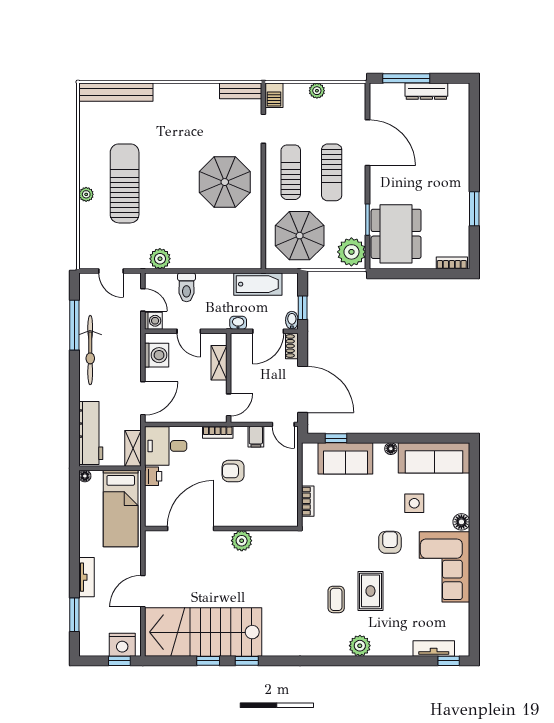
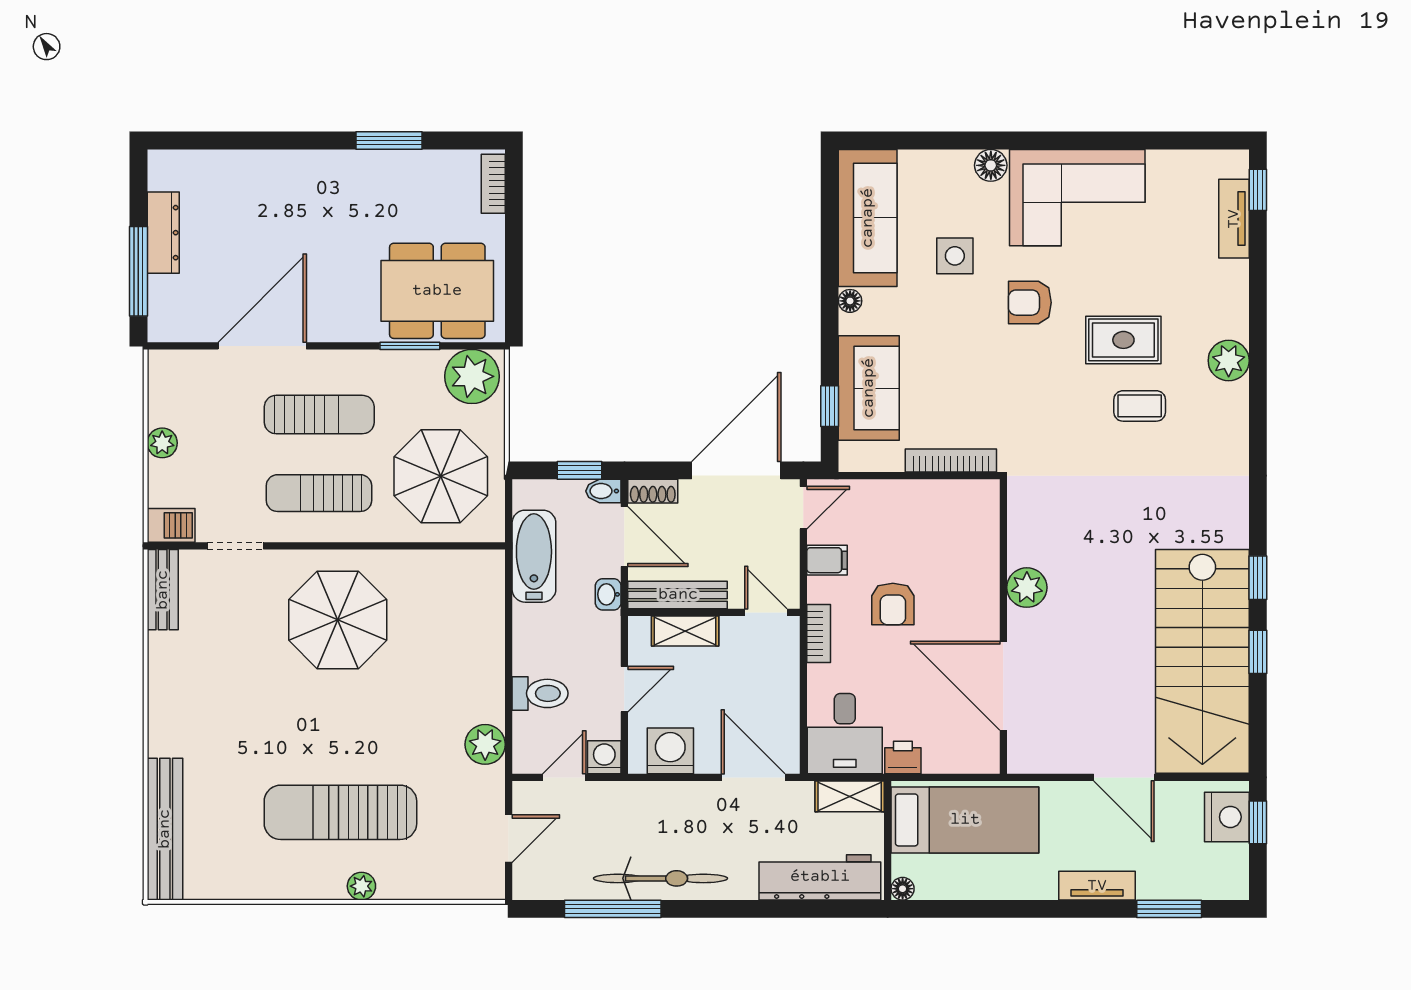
bench: (238, 359) -> (678, 595), added
bookcase: (308, 501) -> (951, 460), width x1.56

